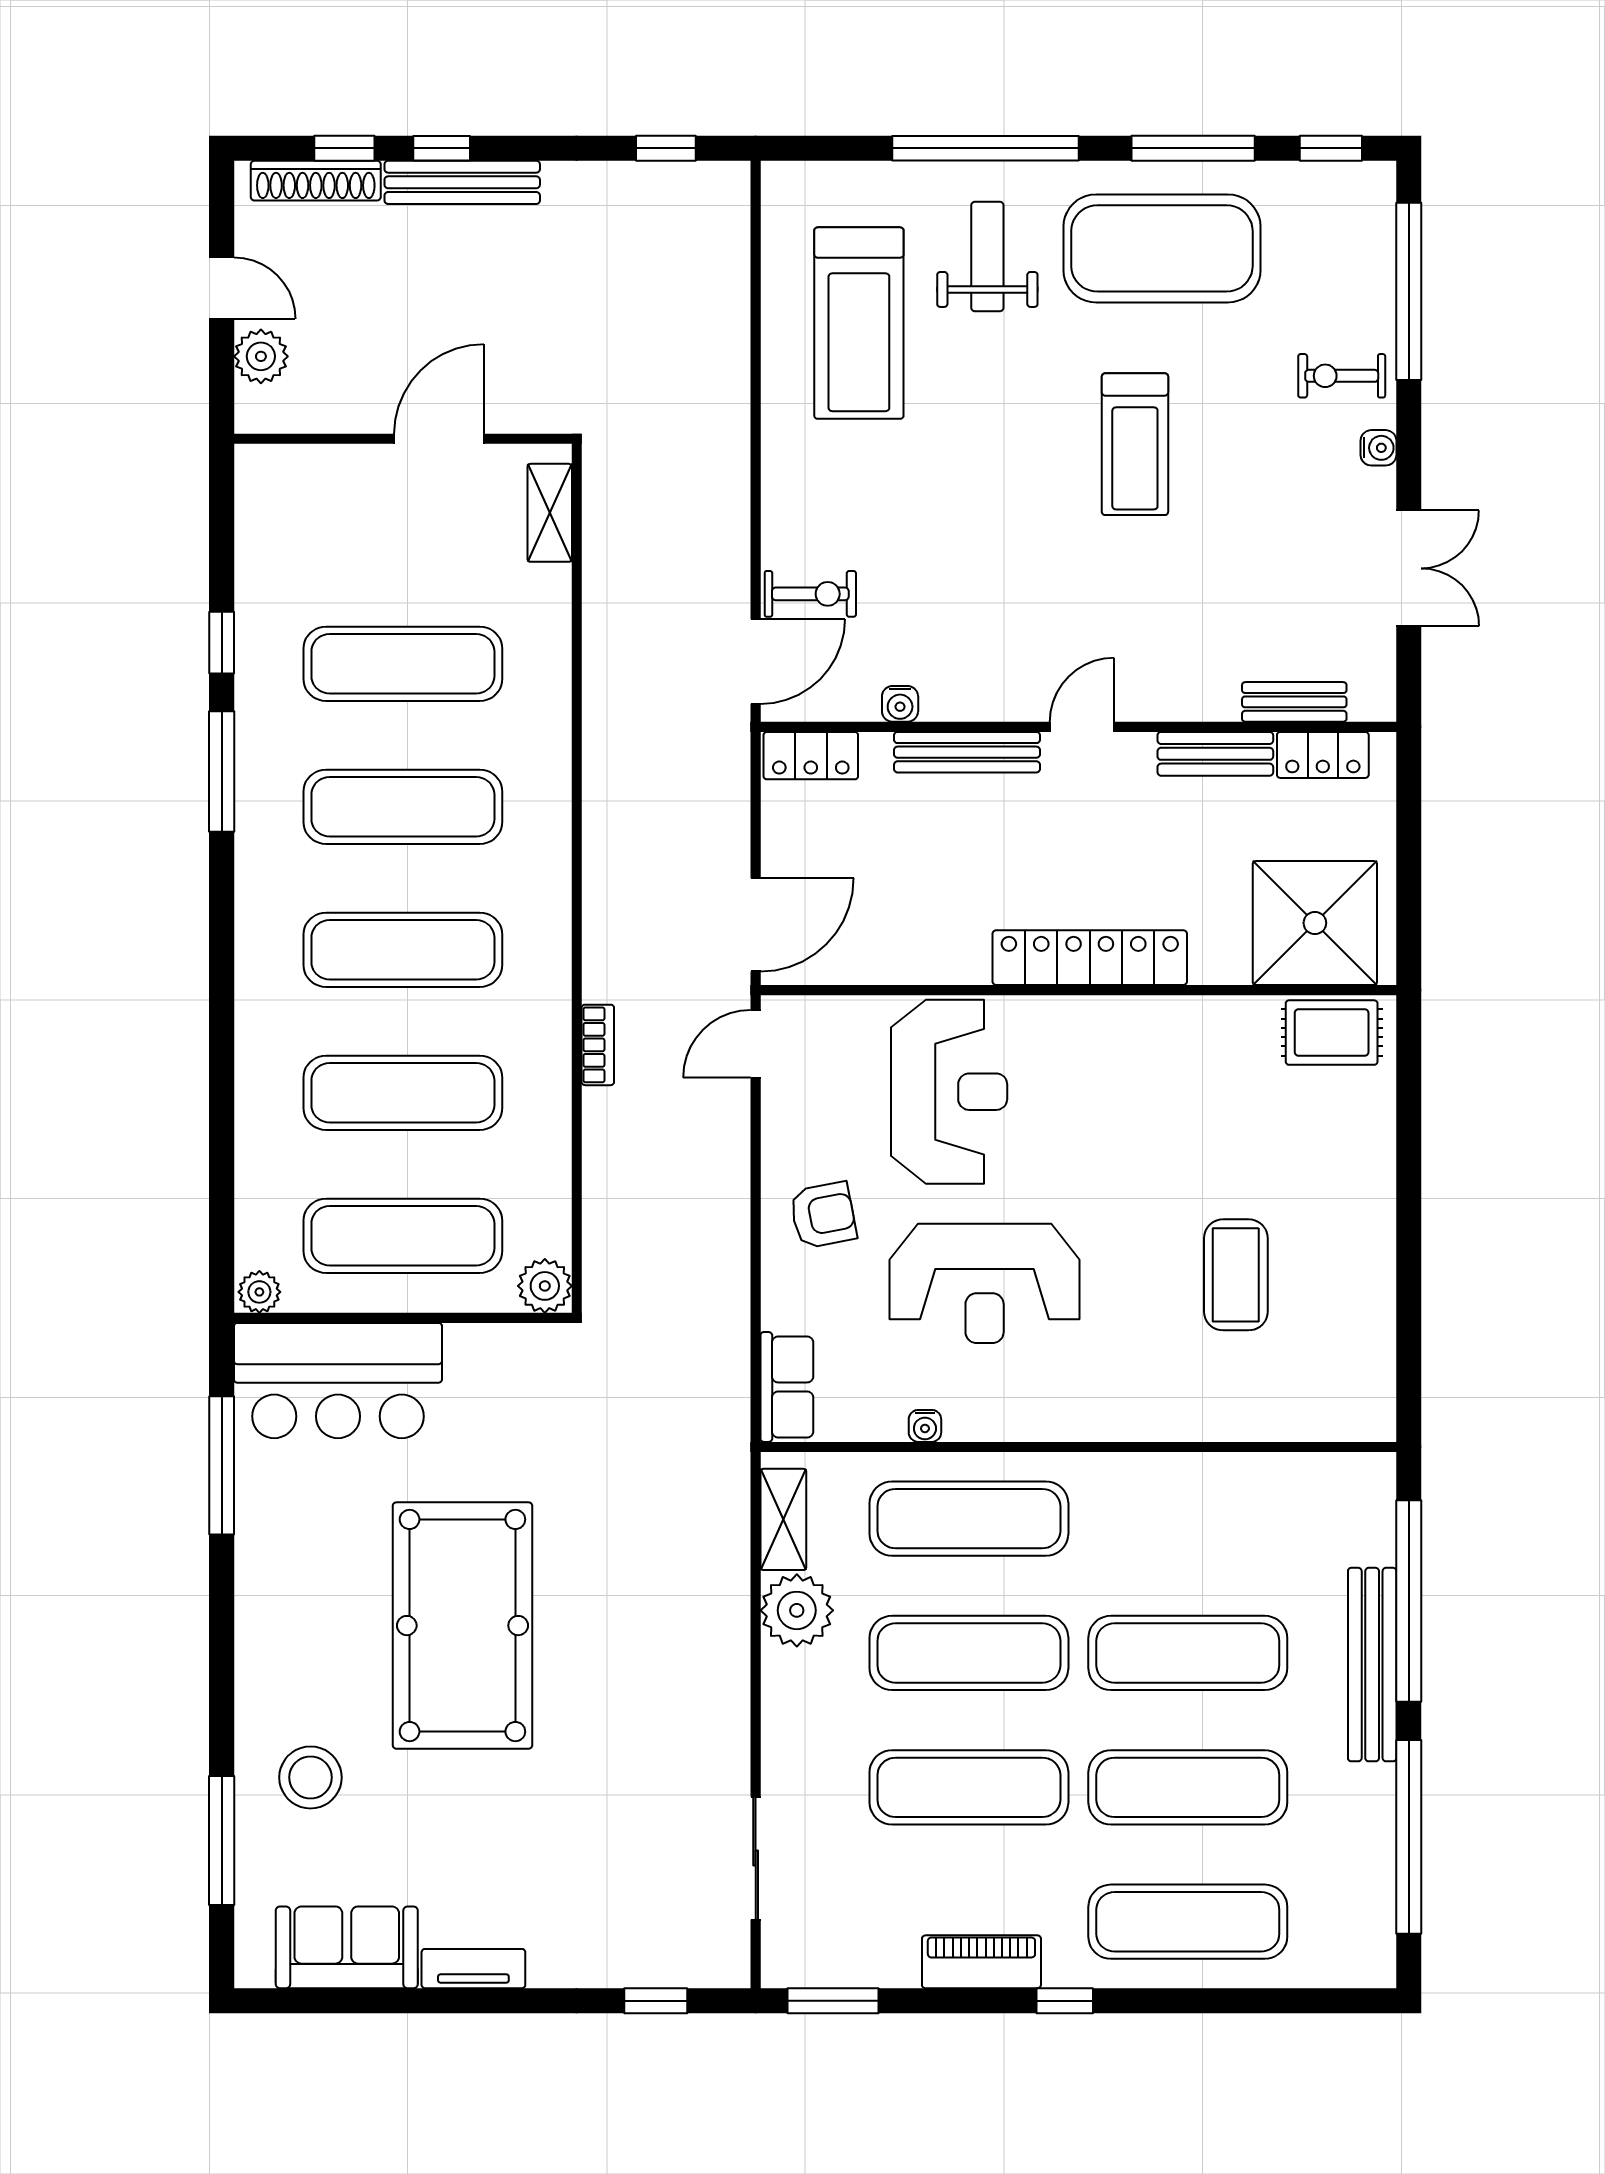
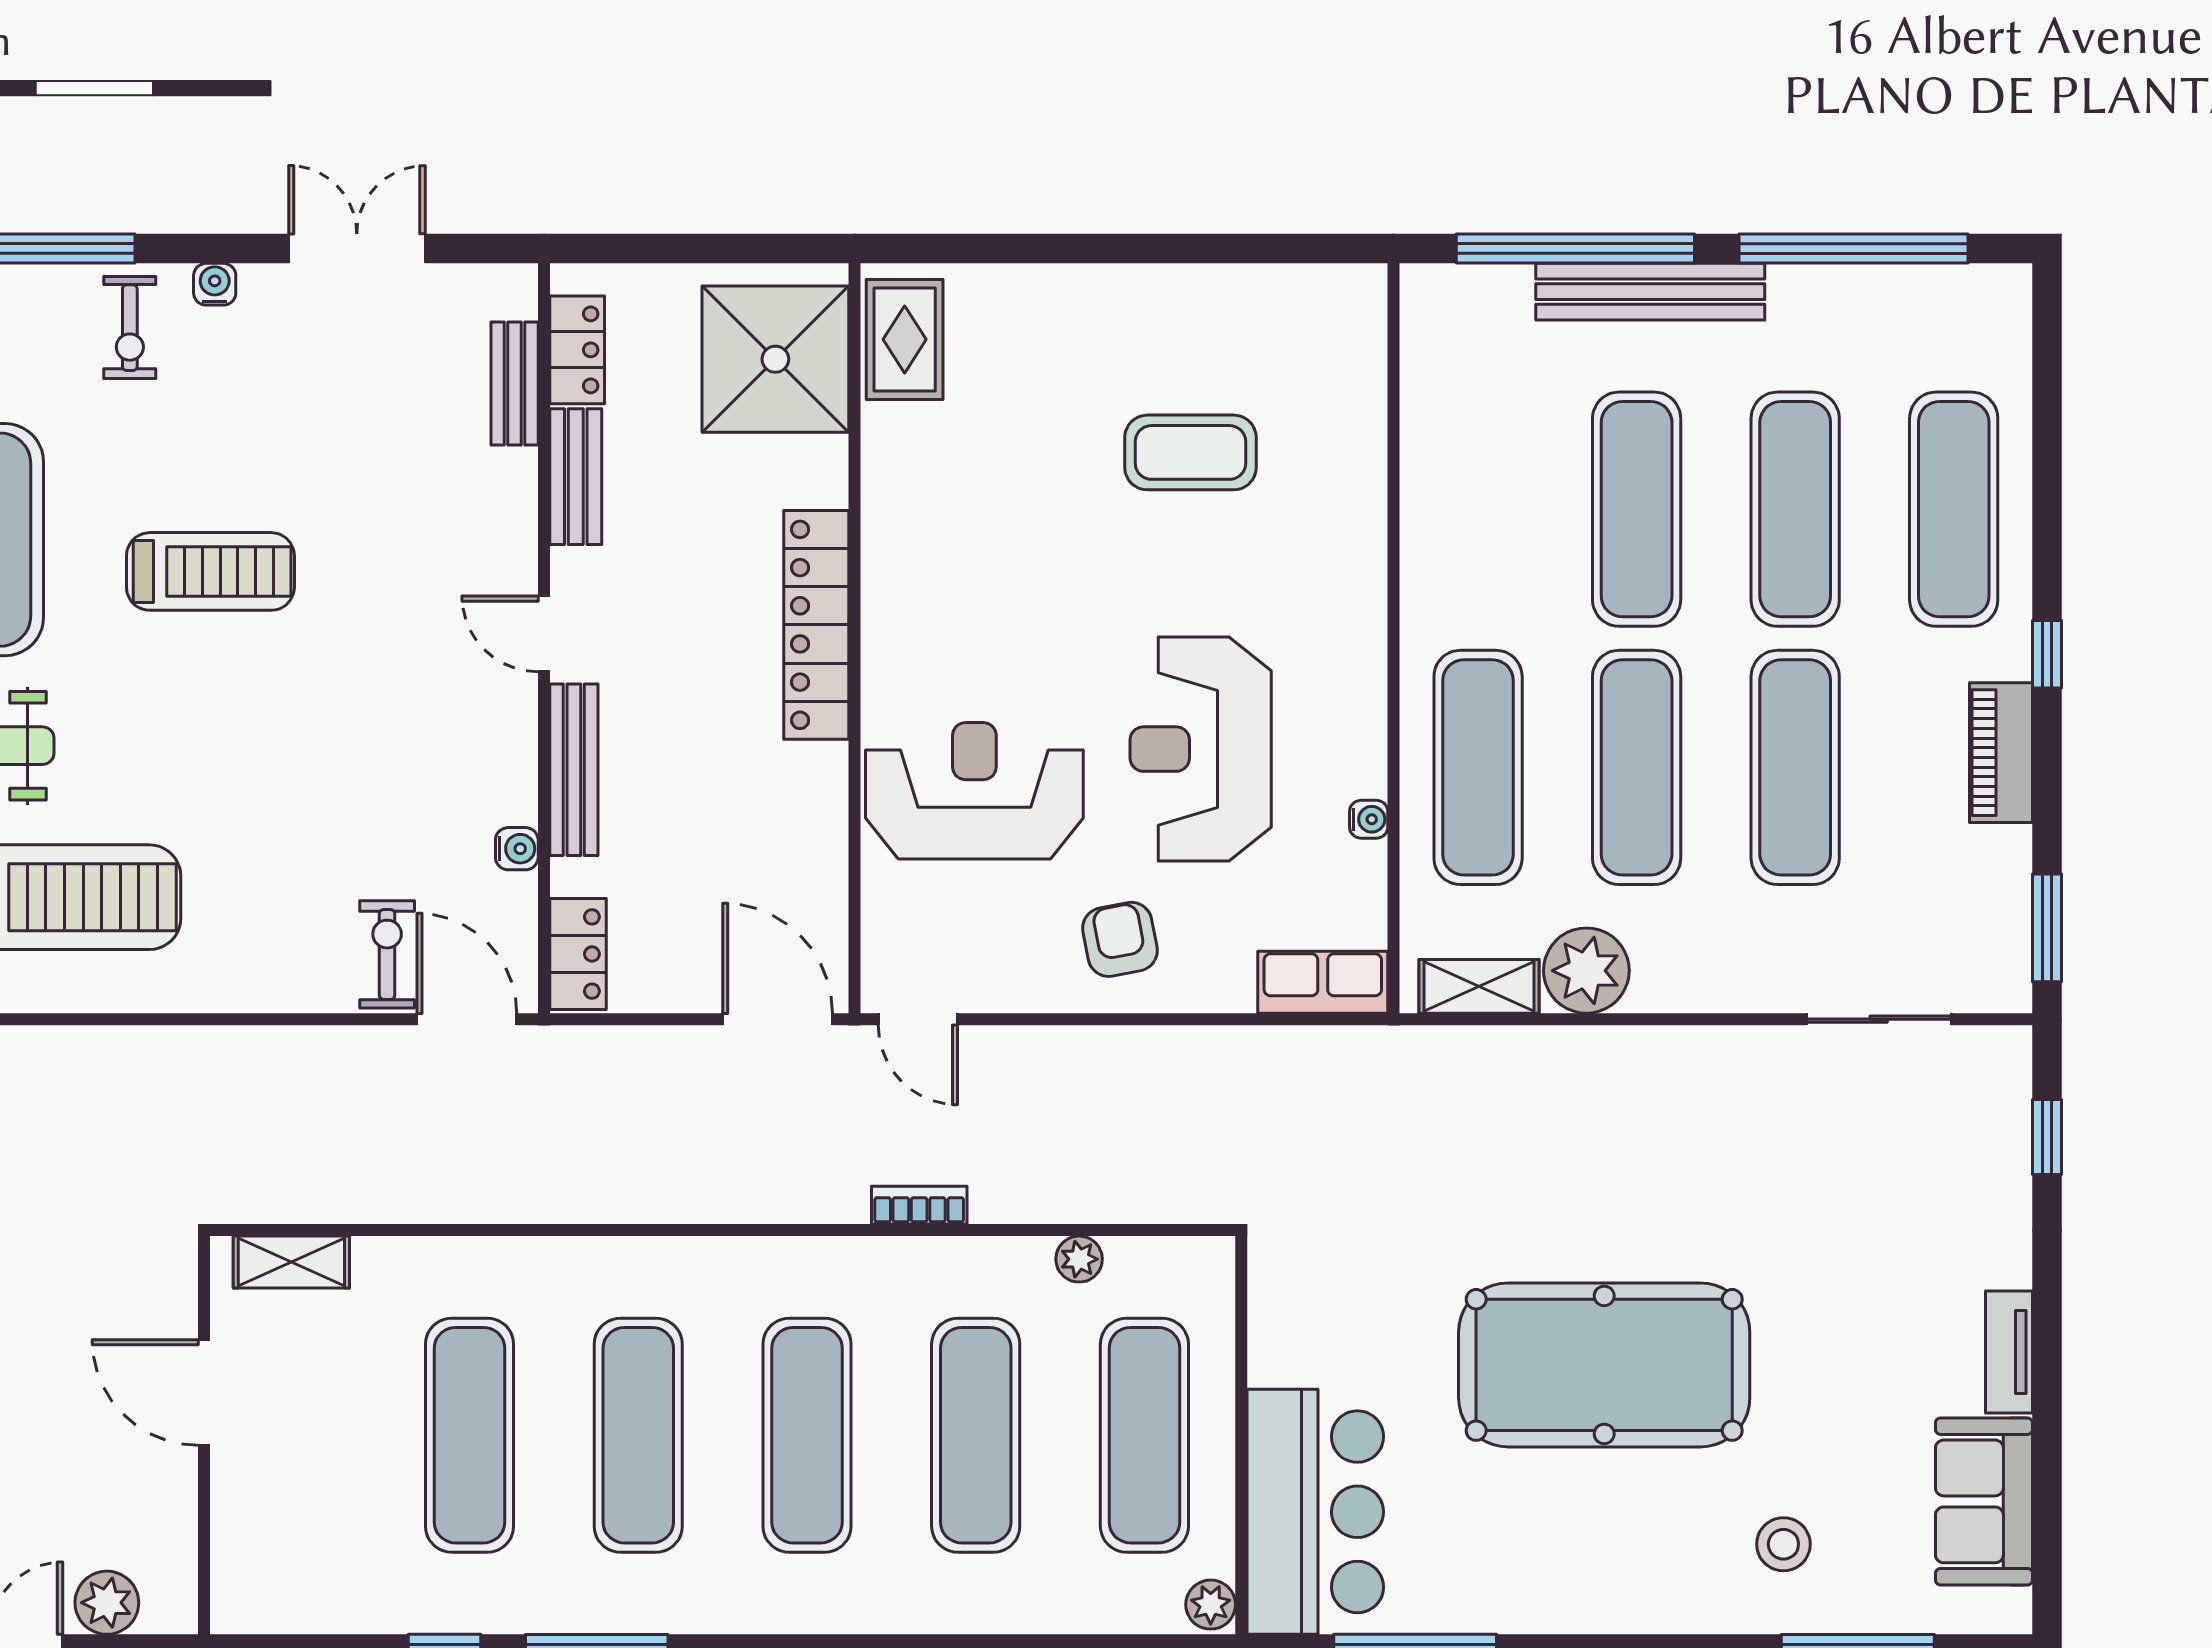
reception desk: (985, 1283) -> (1201, 749), turned 180
plant: (545, 1286) -> (1079, 1259), moved, width x0.73, depth x0.73
stool: (310, 1777) -> (1783, 1544), width x0.73, depth x0.73

